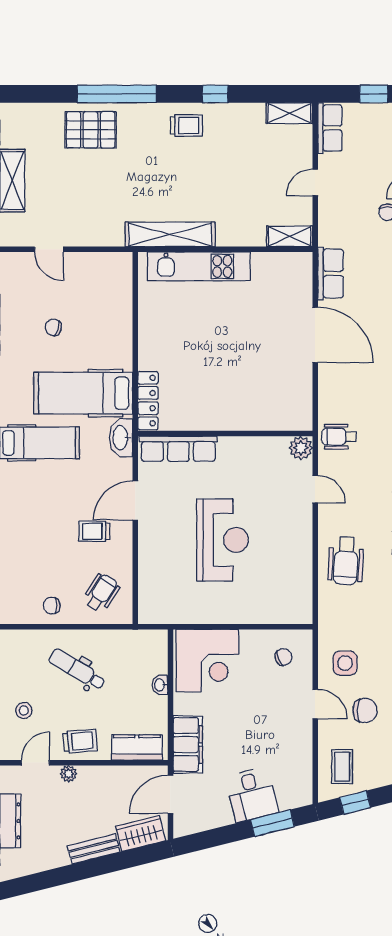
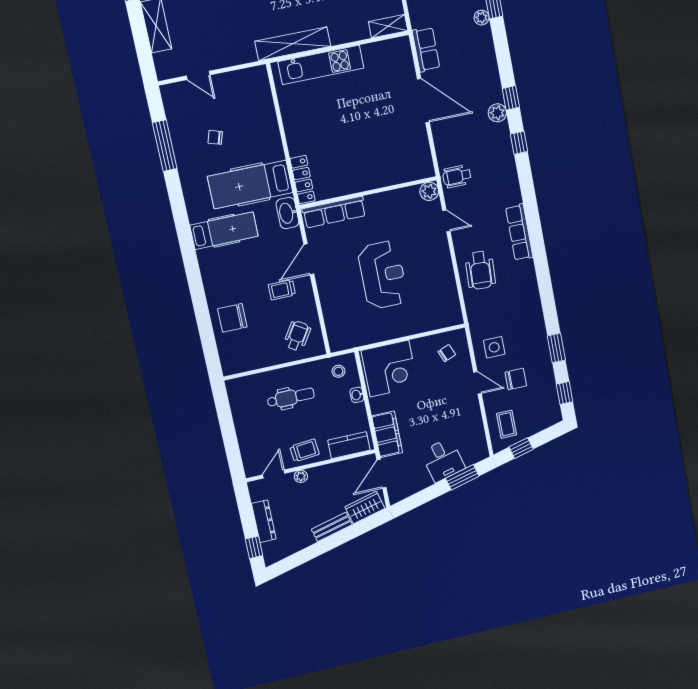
chair: (52, 606) -> (232, 318), moved, width x1.87, depth x1.87
dental chair: (77, 669) -> (291, 398), turned 149
stool: (24, 710) -> (338, 371), moved

